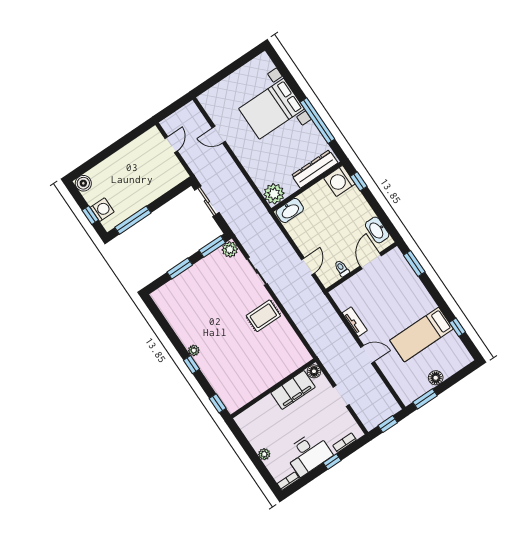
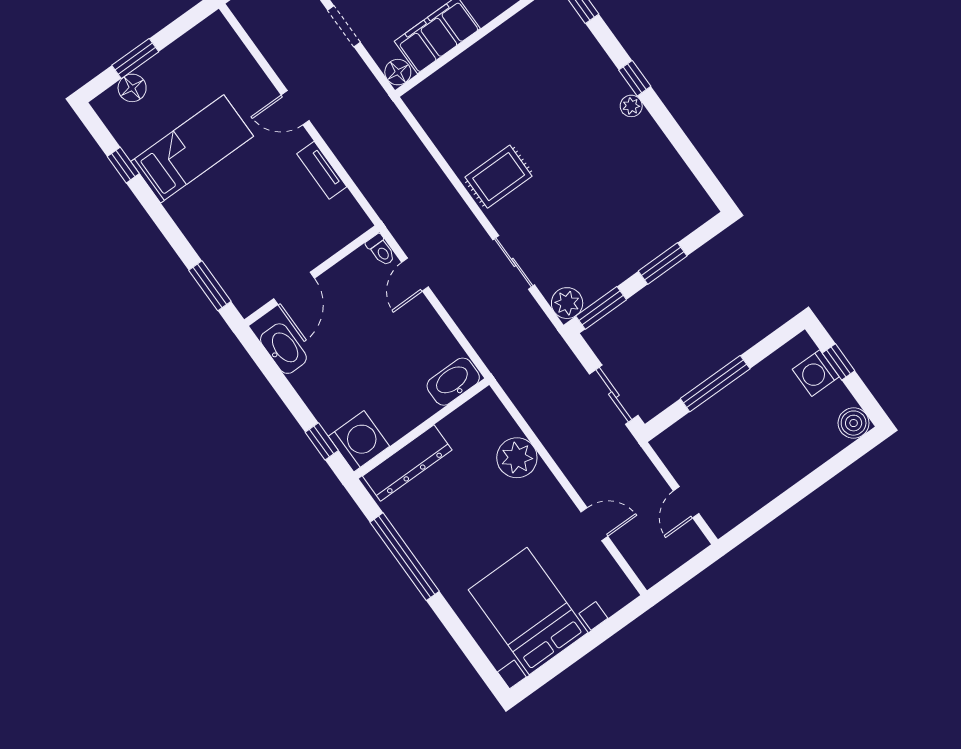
bed with nightstands: (271, 109) -> (528, 611), moved, turned -90
plant: (274, 194) -> (517, 458), moved
window: (133, 220) -> (715, 384), moved
toilet: (342, 268) -> (381, 250), moved
floor lamp: (436, 378) -> (132, 88), moved
window: (425, 399) -> (135, 59), moved

